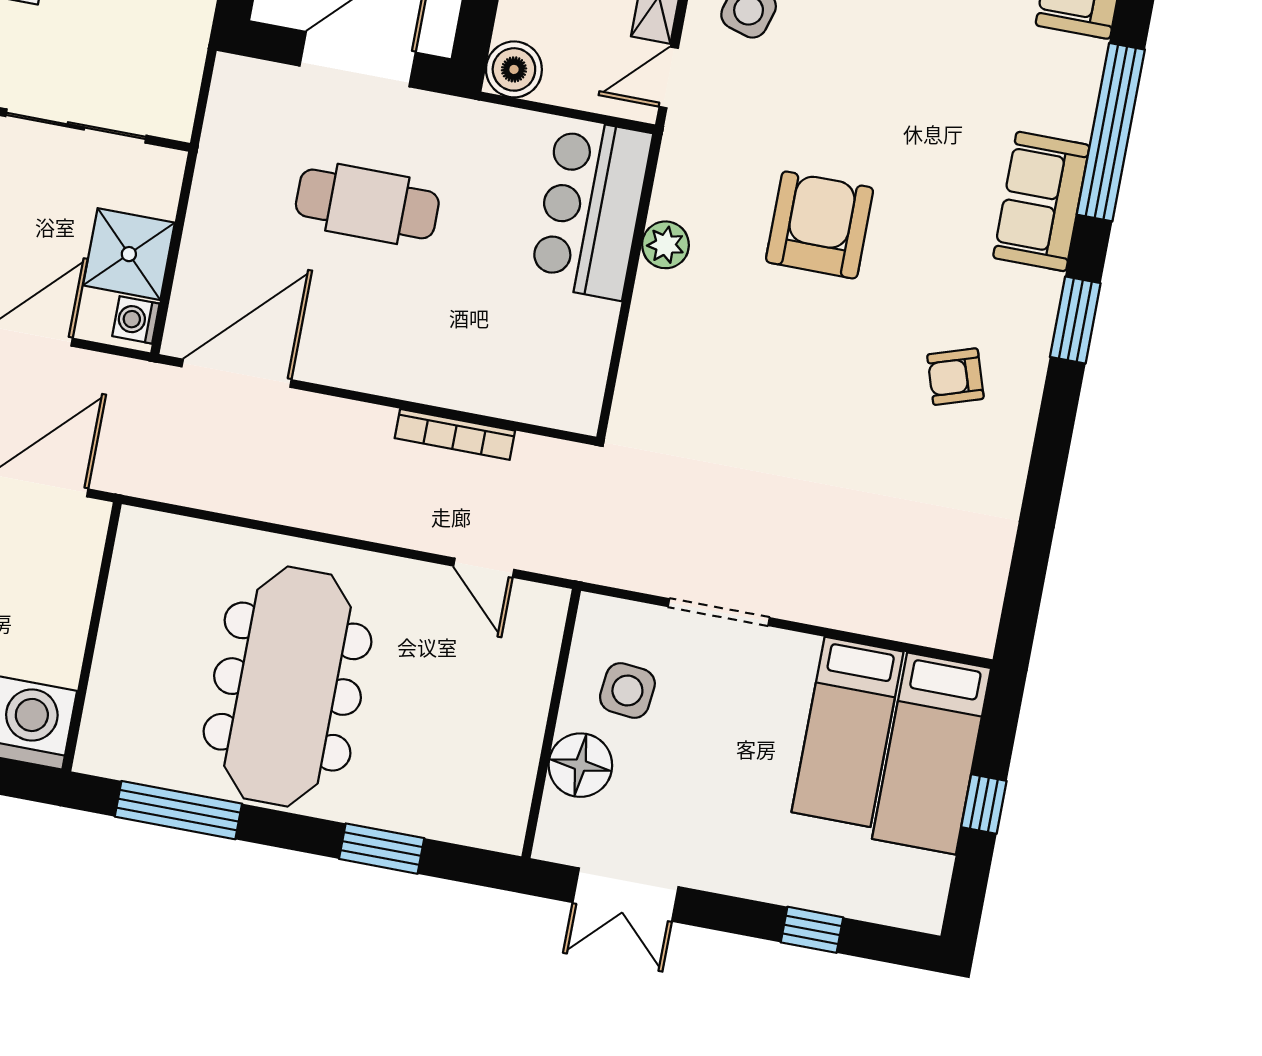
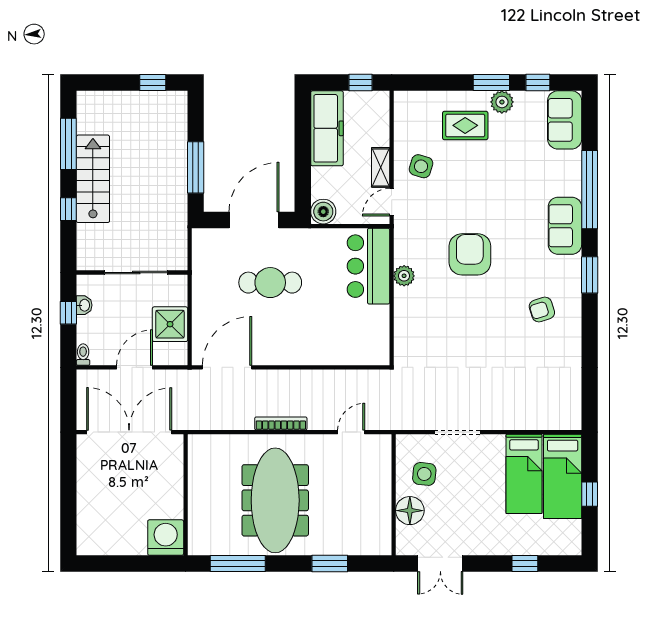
washing machine: (136, 320) -> (178, 352), removed
bookcase: (455, 434) -> (281, 423), moved, turned 180
door: (484, 568) -> (351, 432), swing flipped

